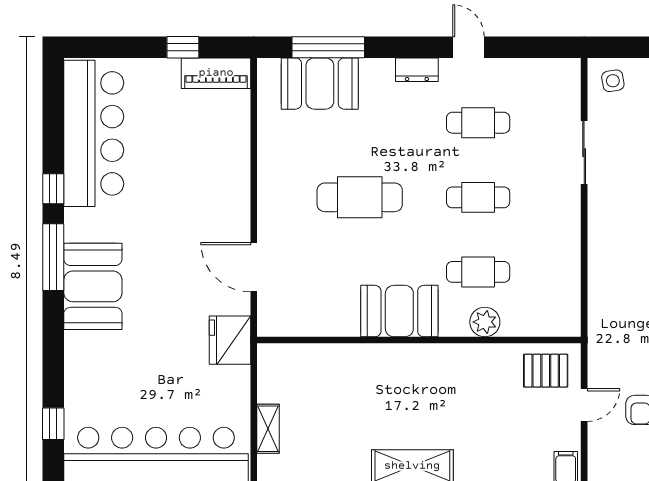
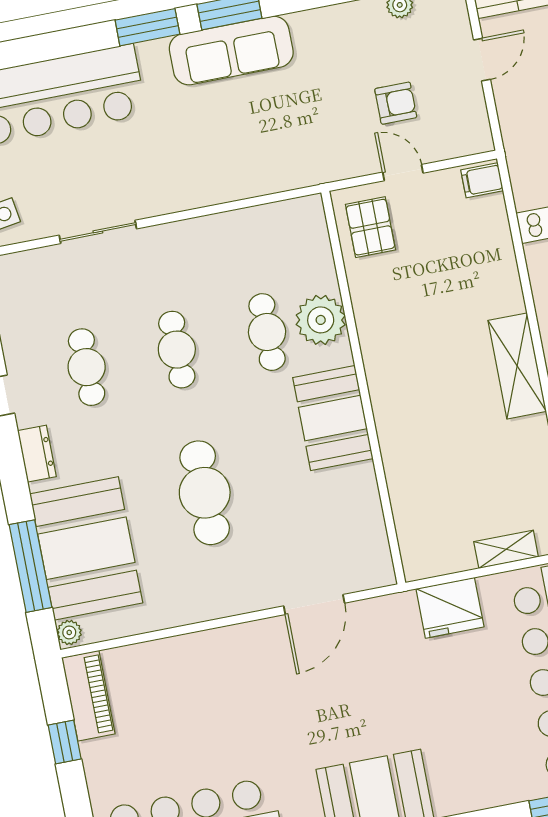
plant: (269, 68) -> (69, 632), added
booth: (320, 84) -> (86, 548), width x1.36, depth x1.42
plant: (485, 322) -> (321, 320), width x1.36, depth x1.36
fridge: (230, 340) -> (450, 608), moved

